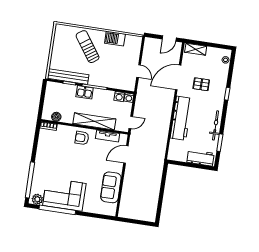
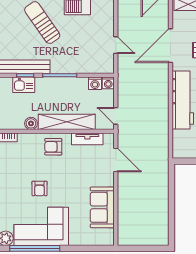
kitchen sink: (85, 92) -> (24, 85), moved
boiler: (56, 117) -> (31, 123), moved
door: (131, 122) -> (116, 116), swing flipped
door: (126, 154) -> (116, 160), swing flipped
armchair: (67, 167) -> (40, 188), added

